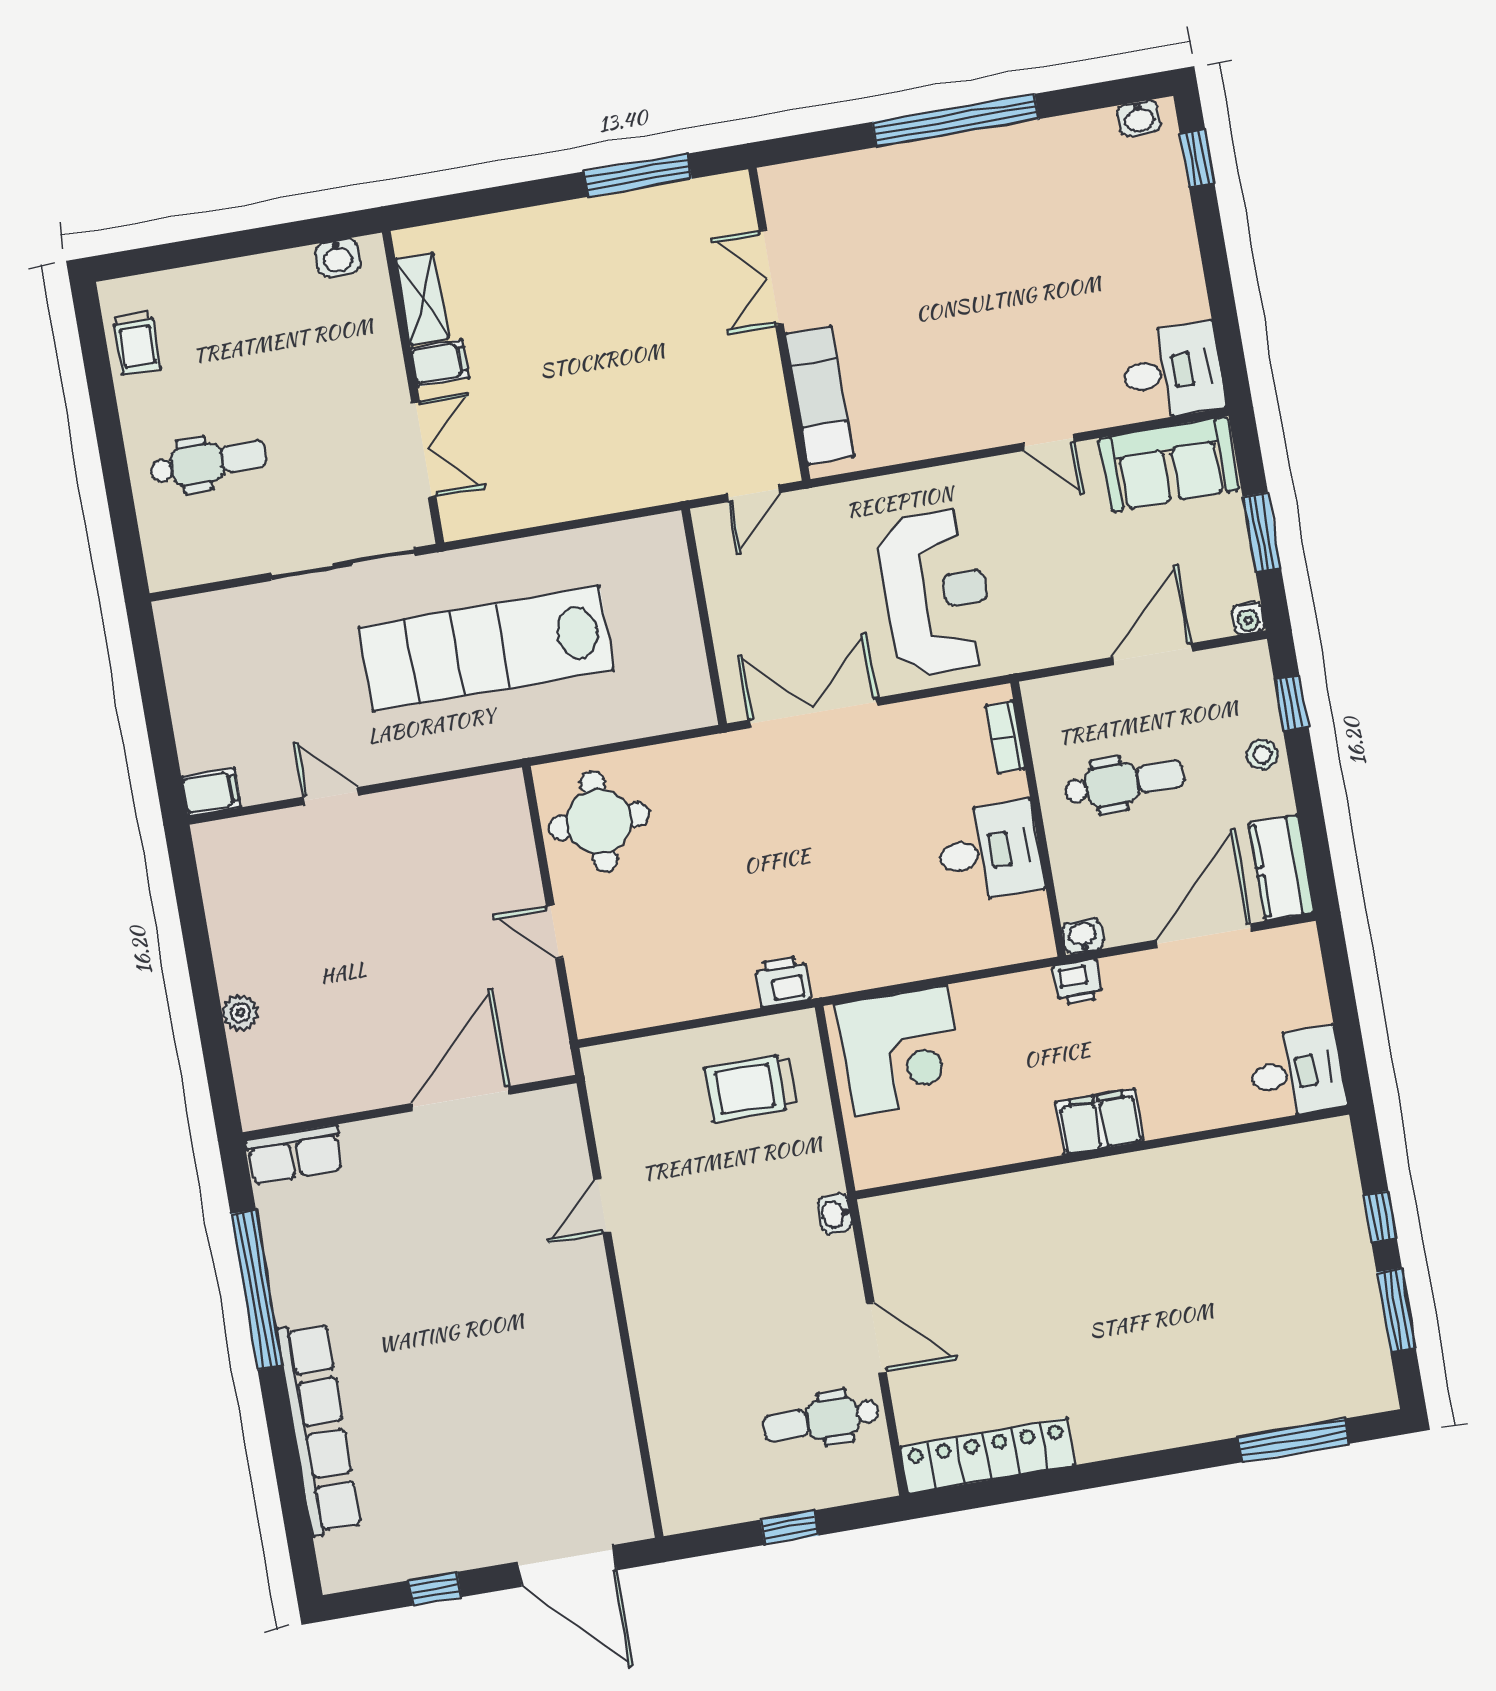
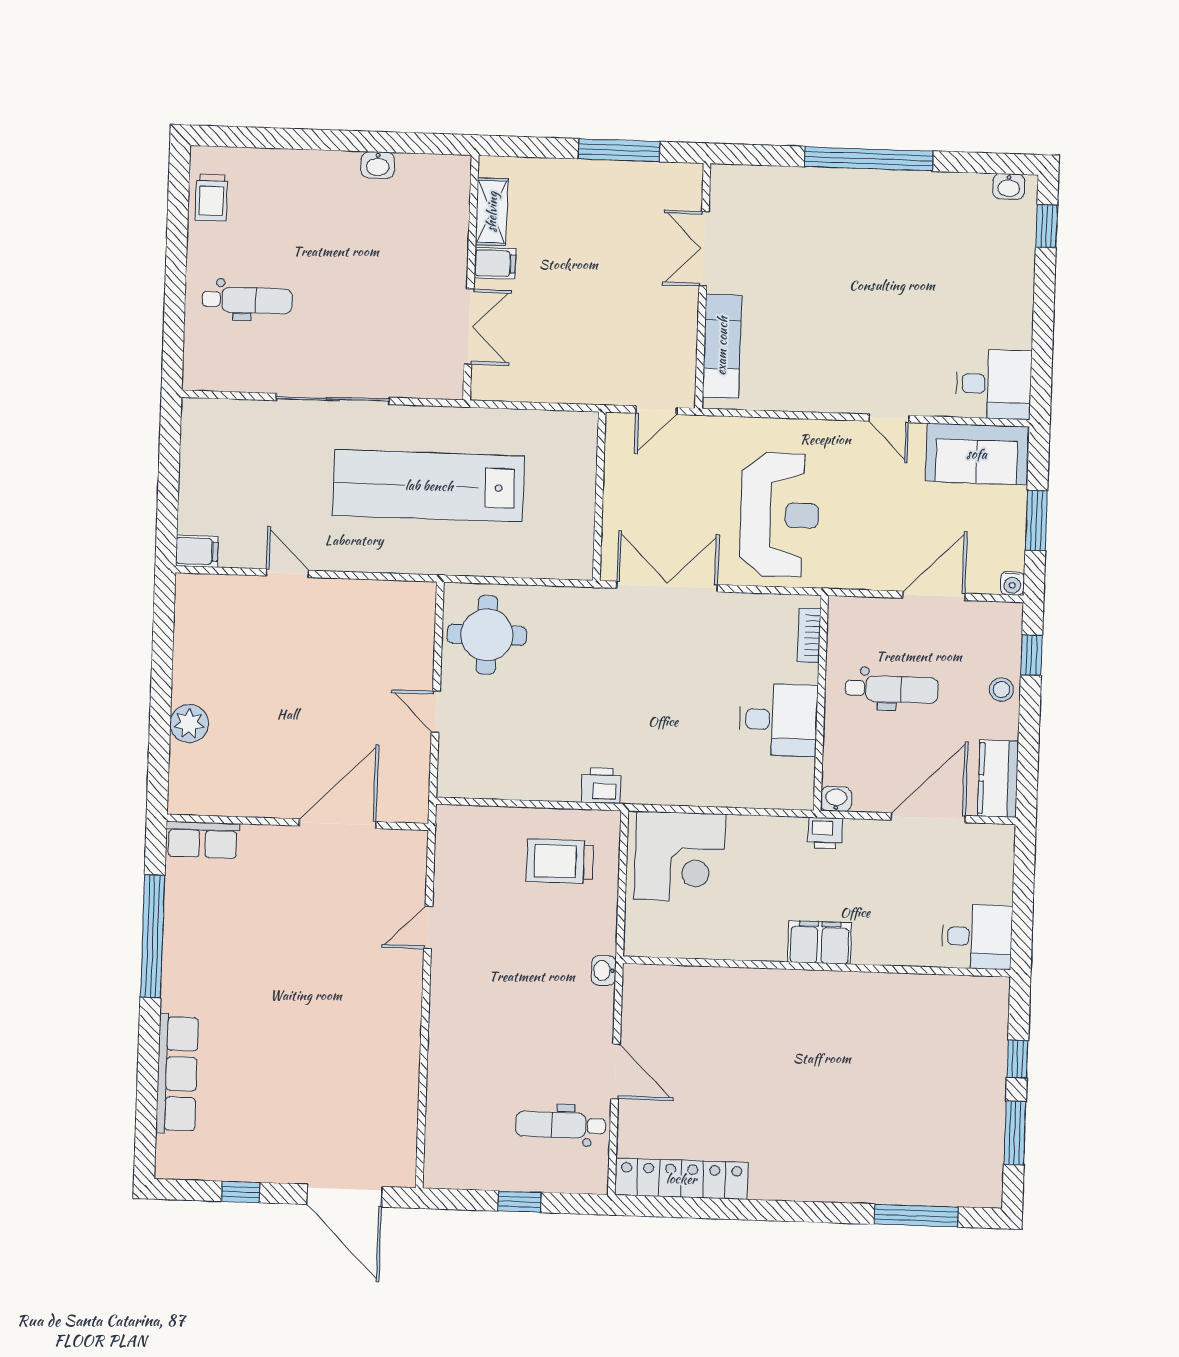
shelving: (422, 299) -> (492, 212), moved
filing cabinet: (440, 363) -> (495, 263), moved
wall: (413, 387) -> (471, 278), moved
double door: (424, 450) -> (469, 327), moved
plant: (240, 1013) -> (189, 724), width x1.38, depth x1.38
row of seats: (319, 1429) -> (177, 1074), width x0.73

